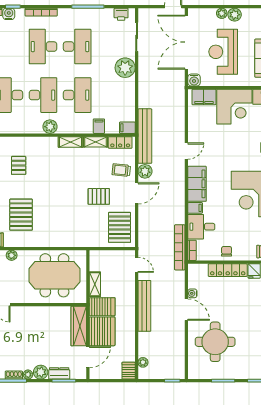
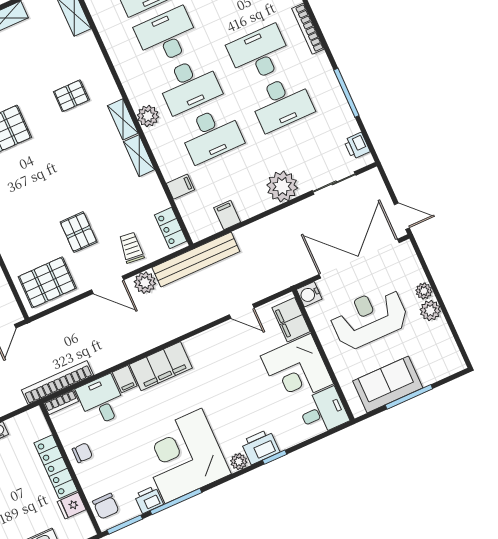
filing cabinet: (127, 128) -> (227, 215), moved
shelving: (96, 142) -> (123, 119), moved
door: (186, 151) -> (242, 311), moved

